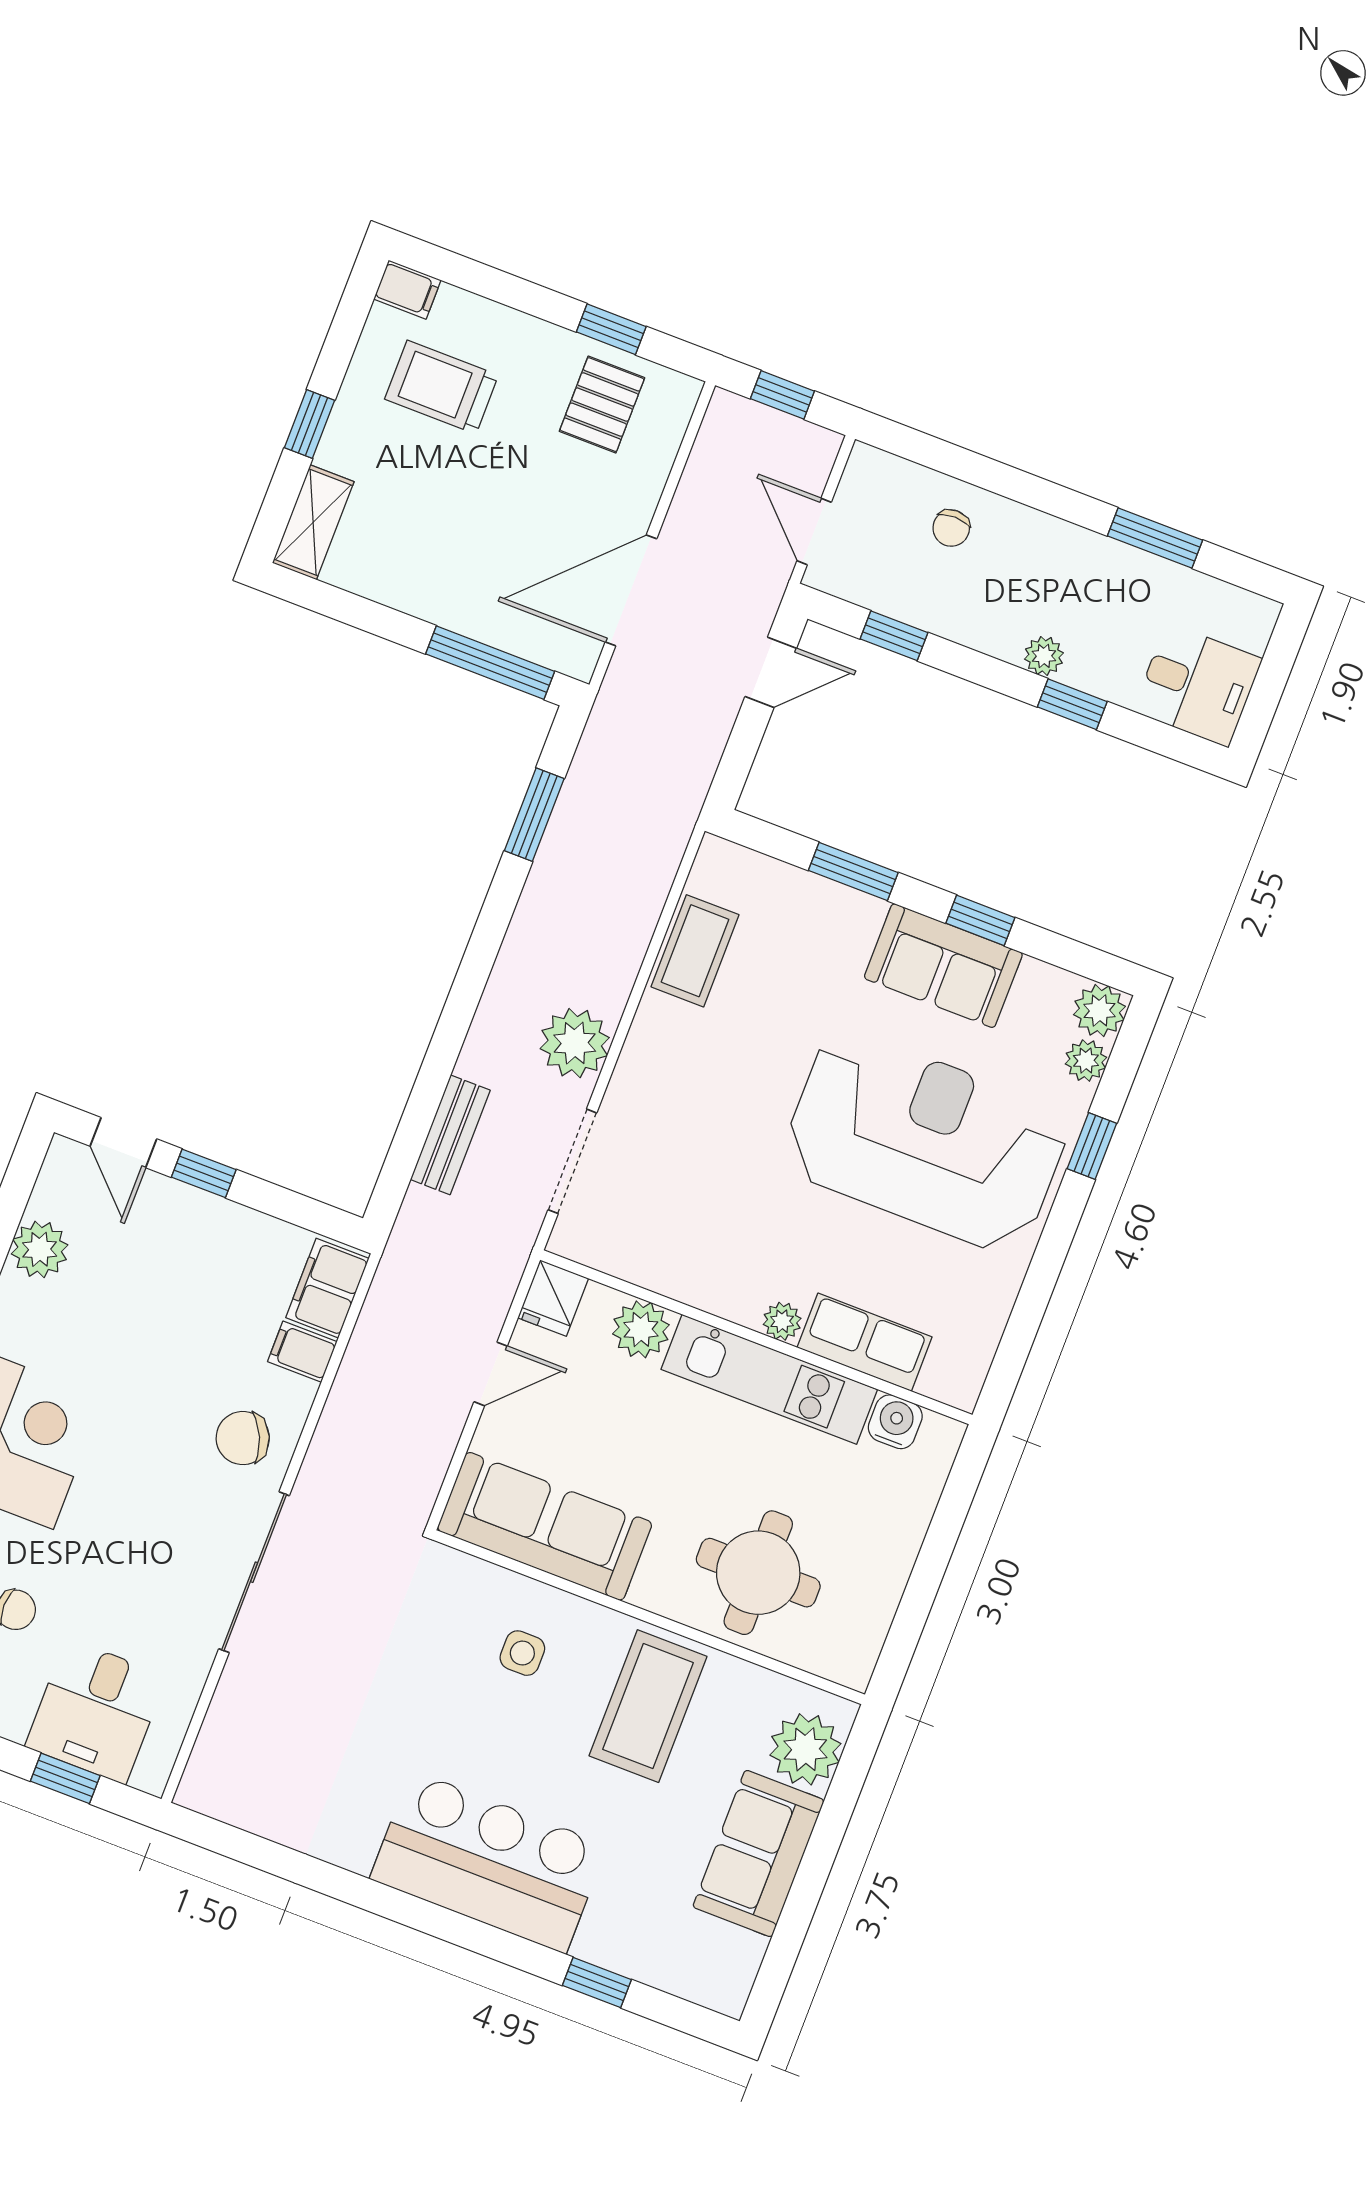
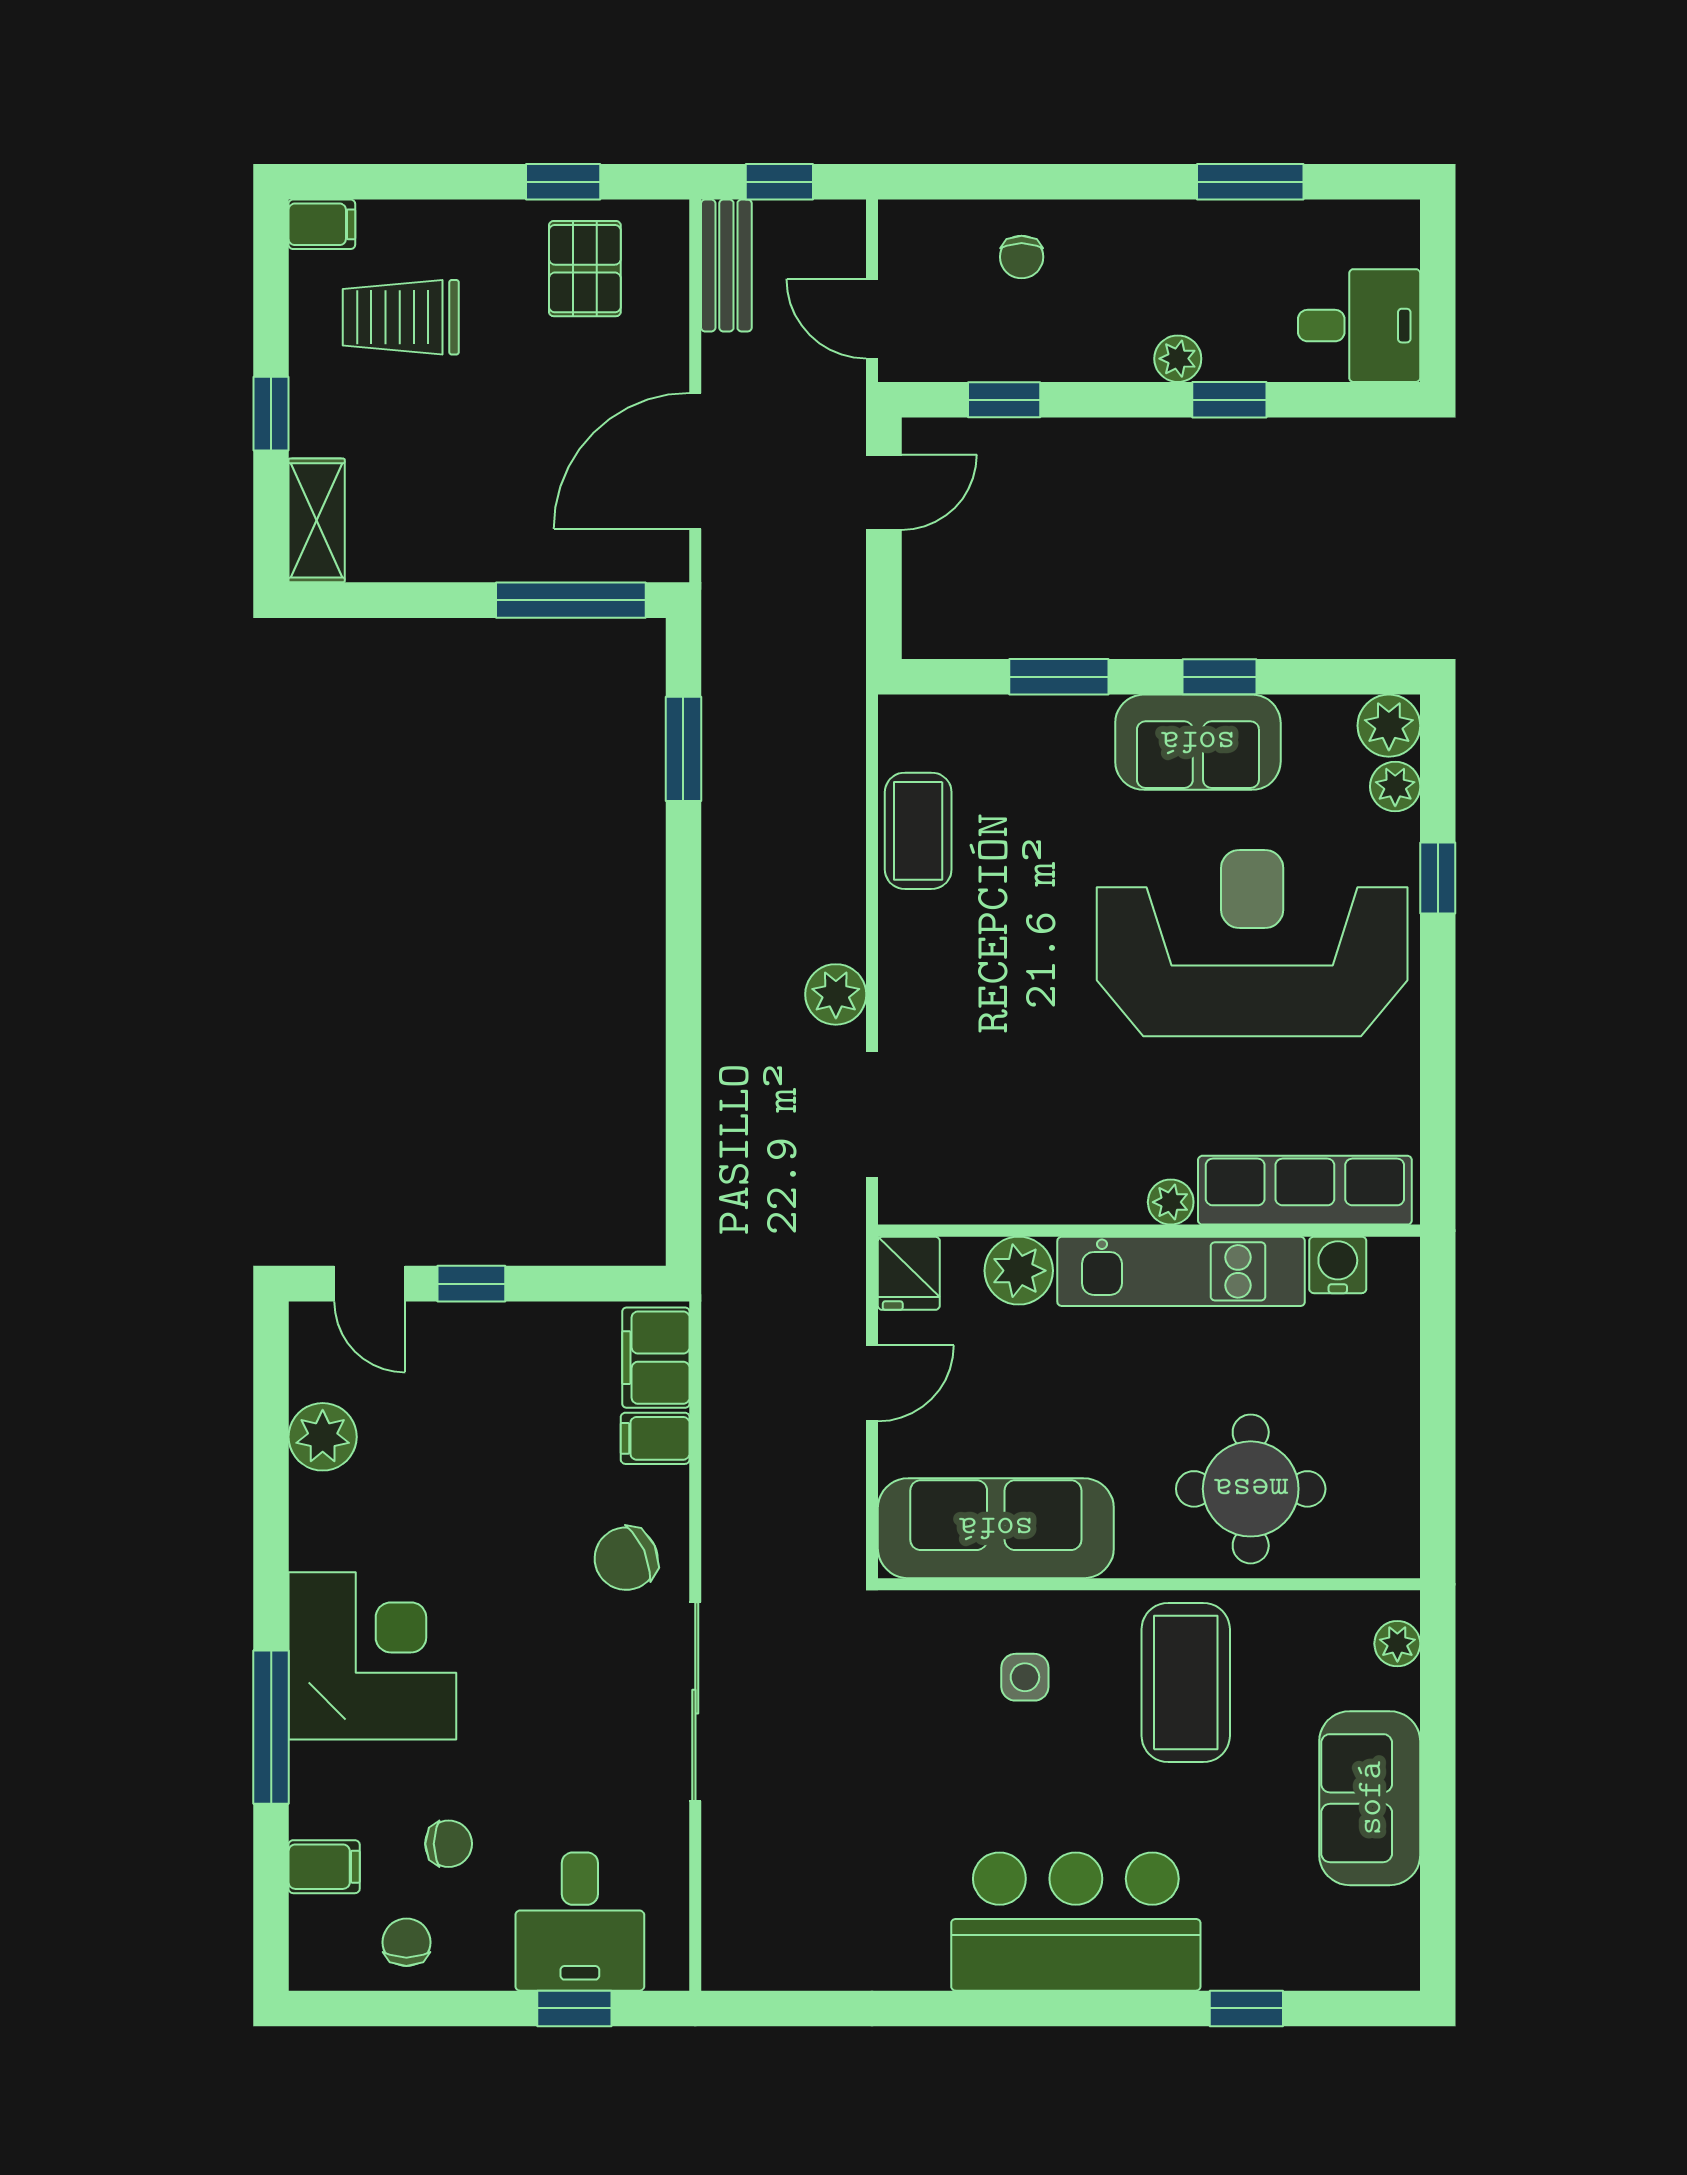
plant: (575, 1043) -> (836, 994), width x0.73, depth x0.73
bench: (450, 1135) -> (726, 266), moved
row of seats: (865, 1342) -> (1305, 1190), width x1.48
plant: (805, 1749) -> (1397, 1644), width x0.53, depth x0.53

